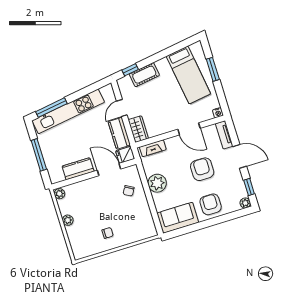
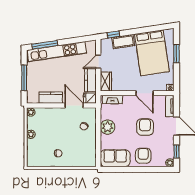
bed: (188, 75) -> (152, 53), width x1.50

